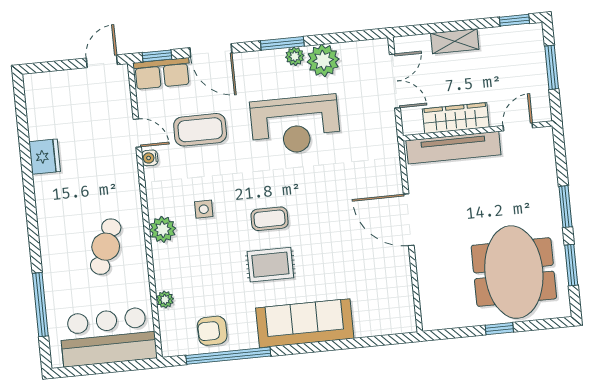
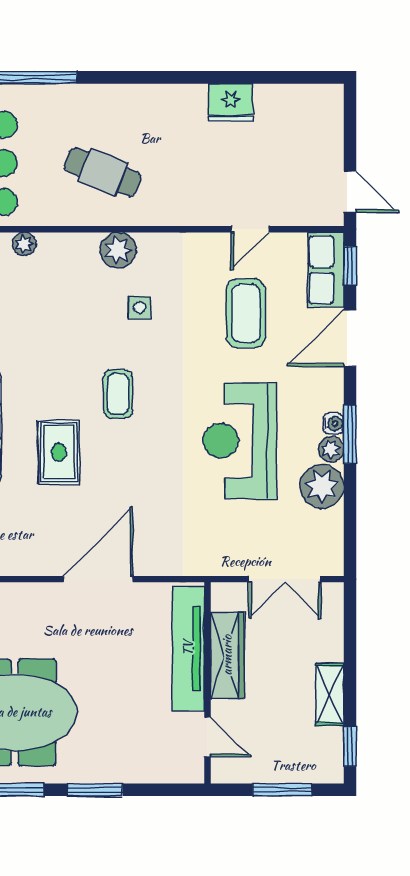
shelving: (455, 41) -> (330, 694), moved
water cooler: (150, 158) -> (333, 424), moved, turned 90
rug: (270, 265) -> (59, 452), moved

